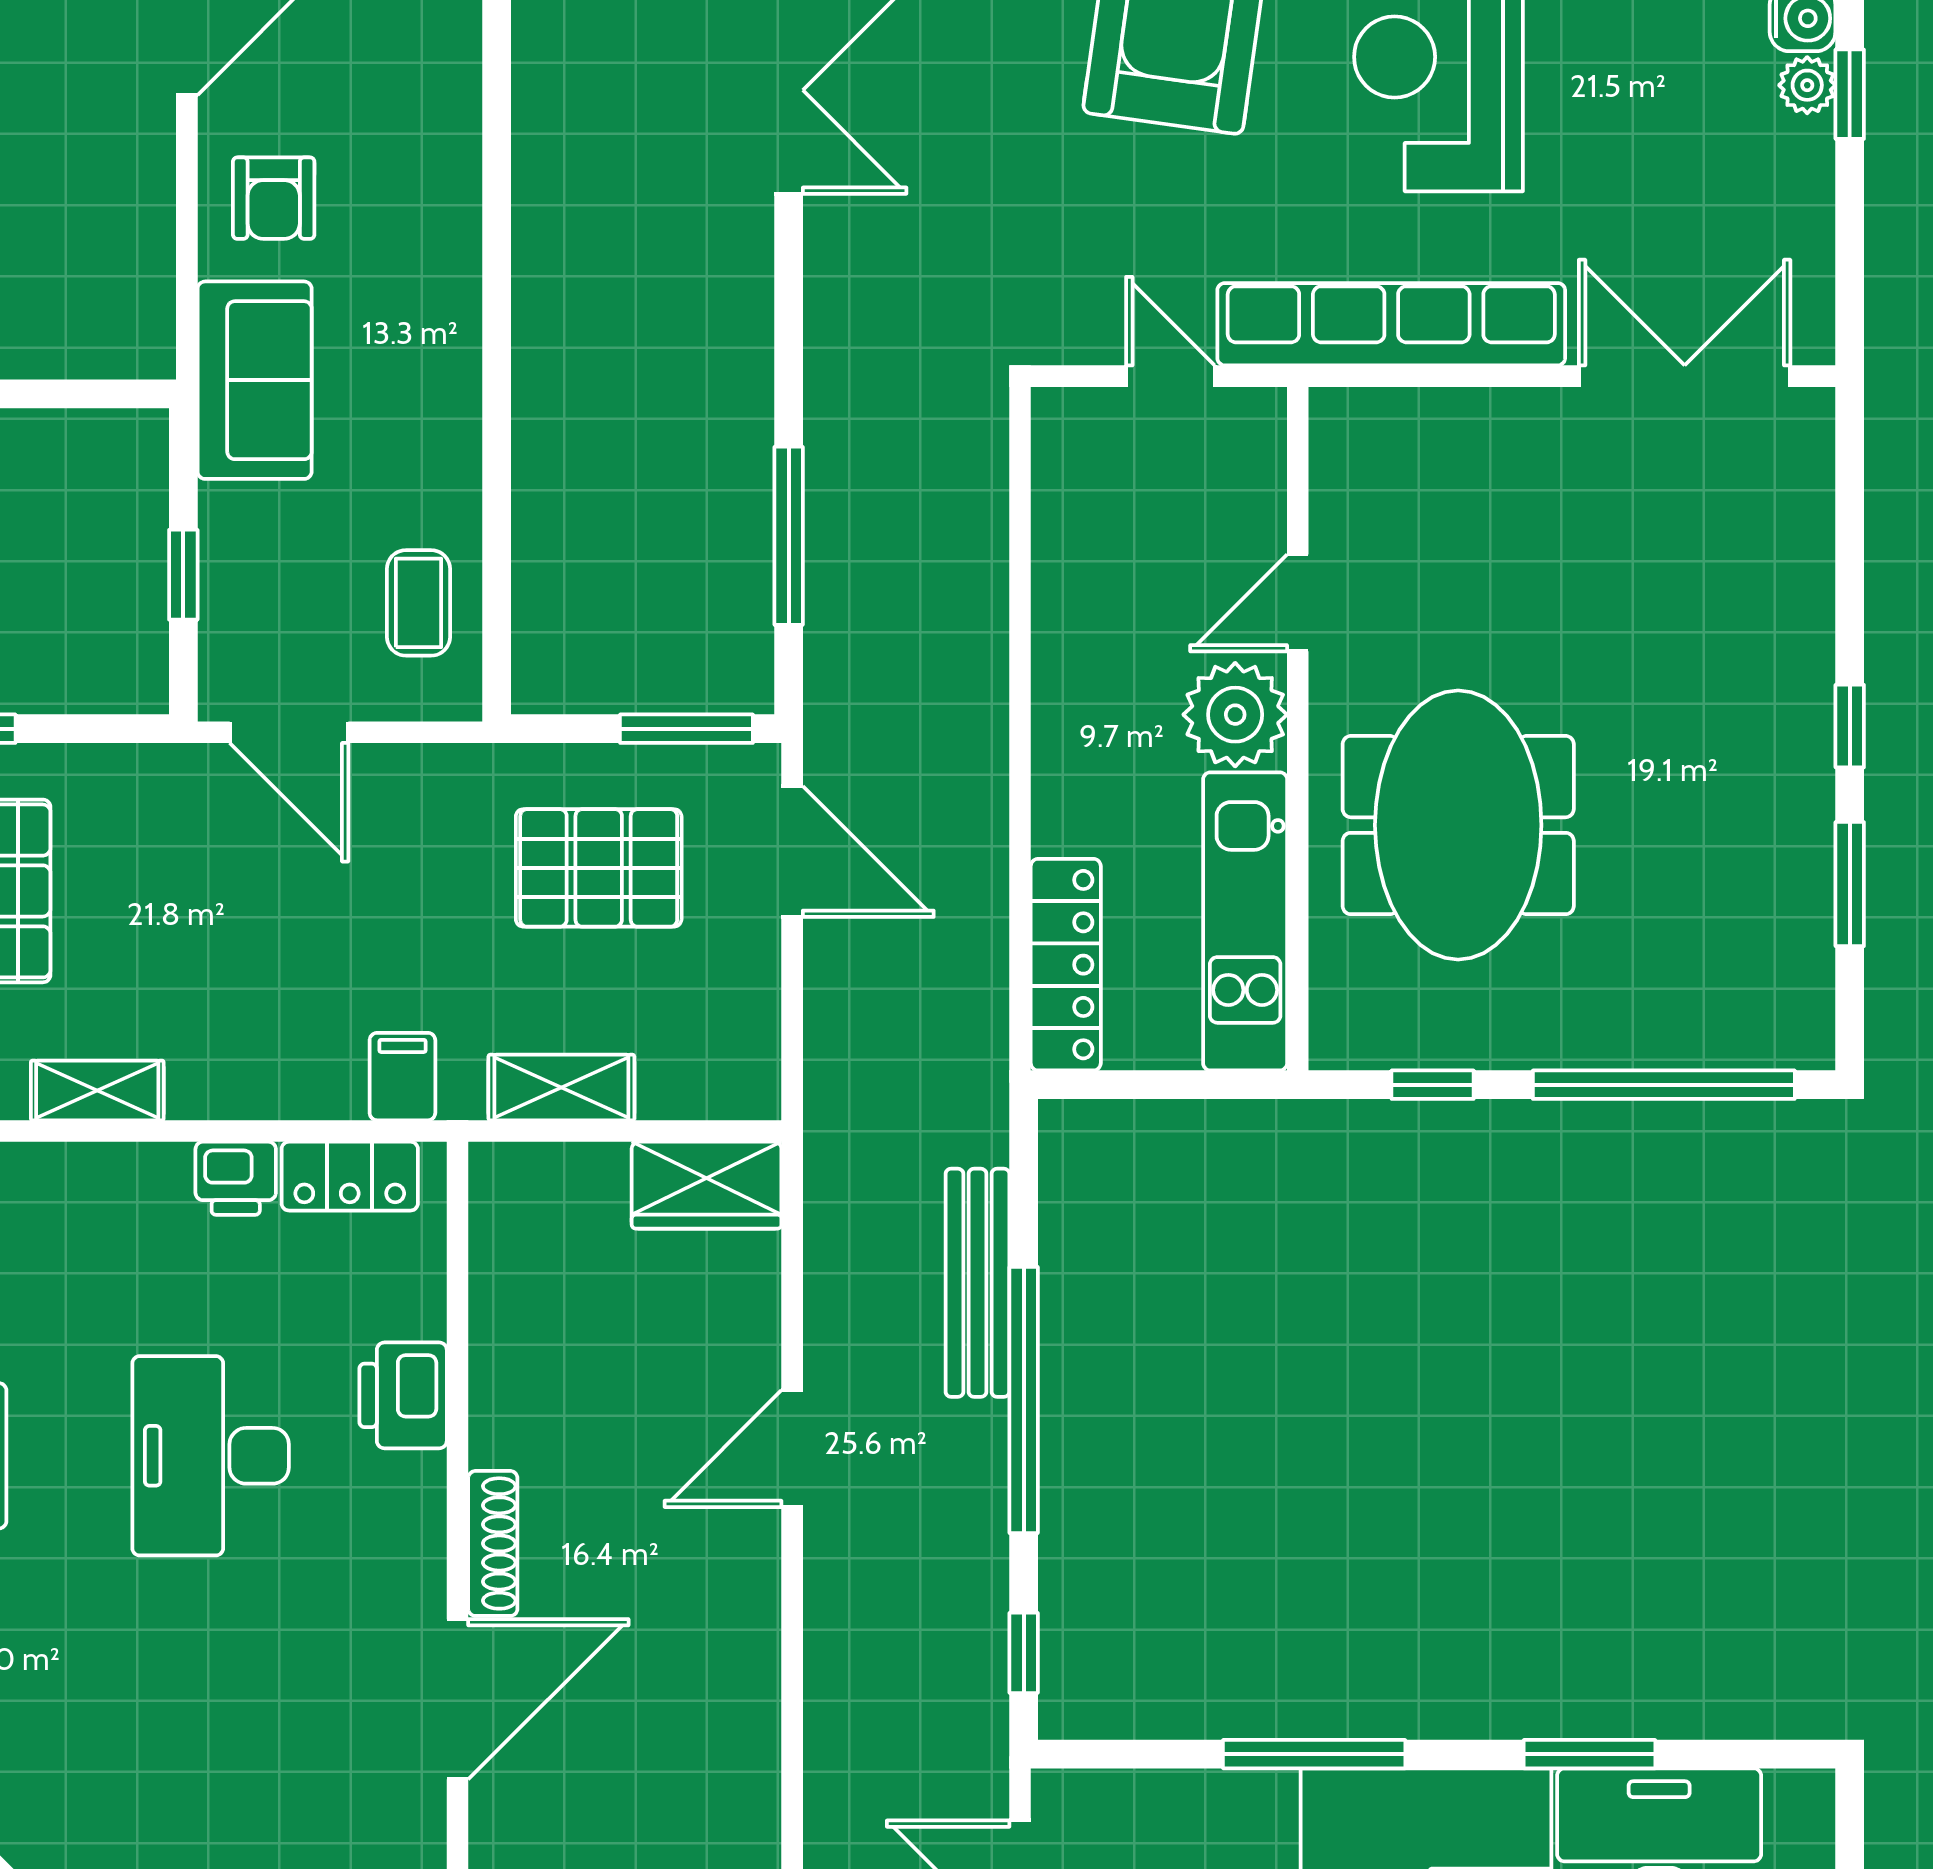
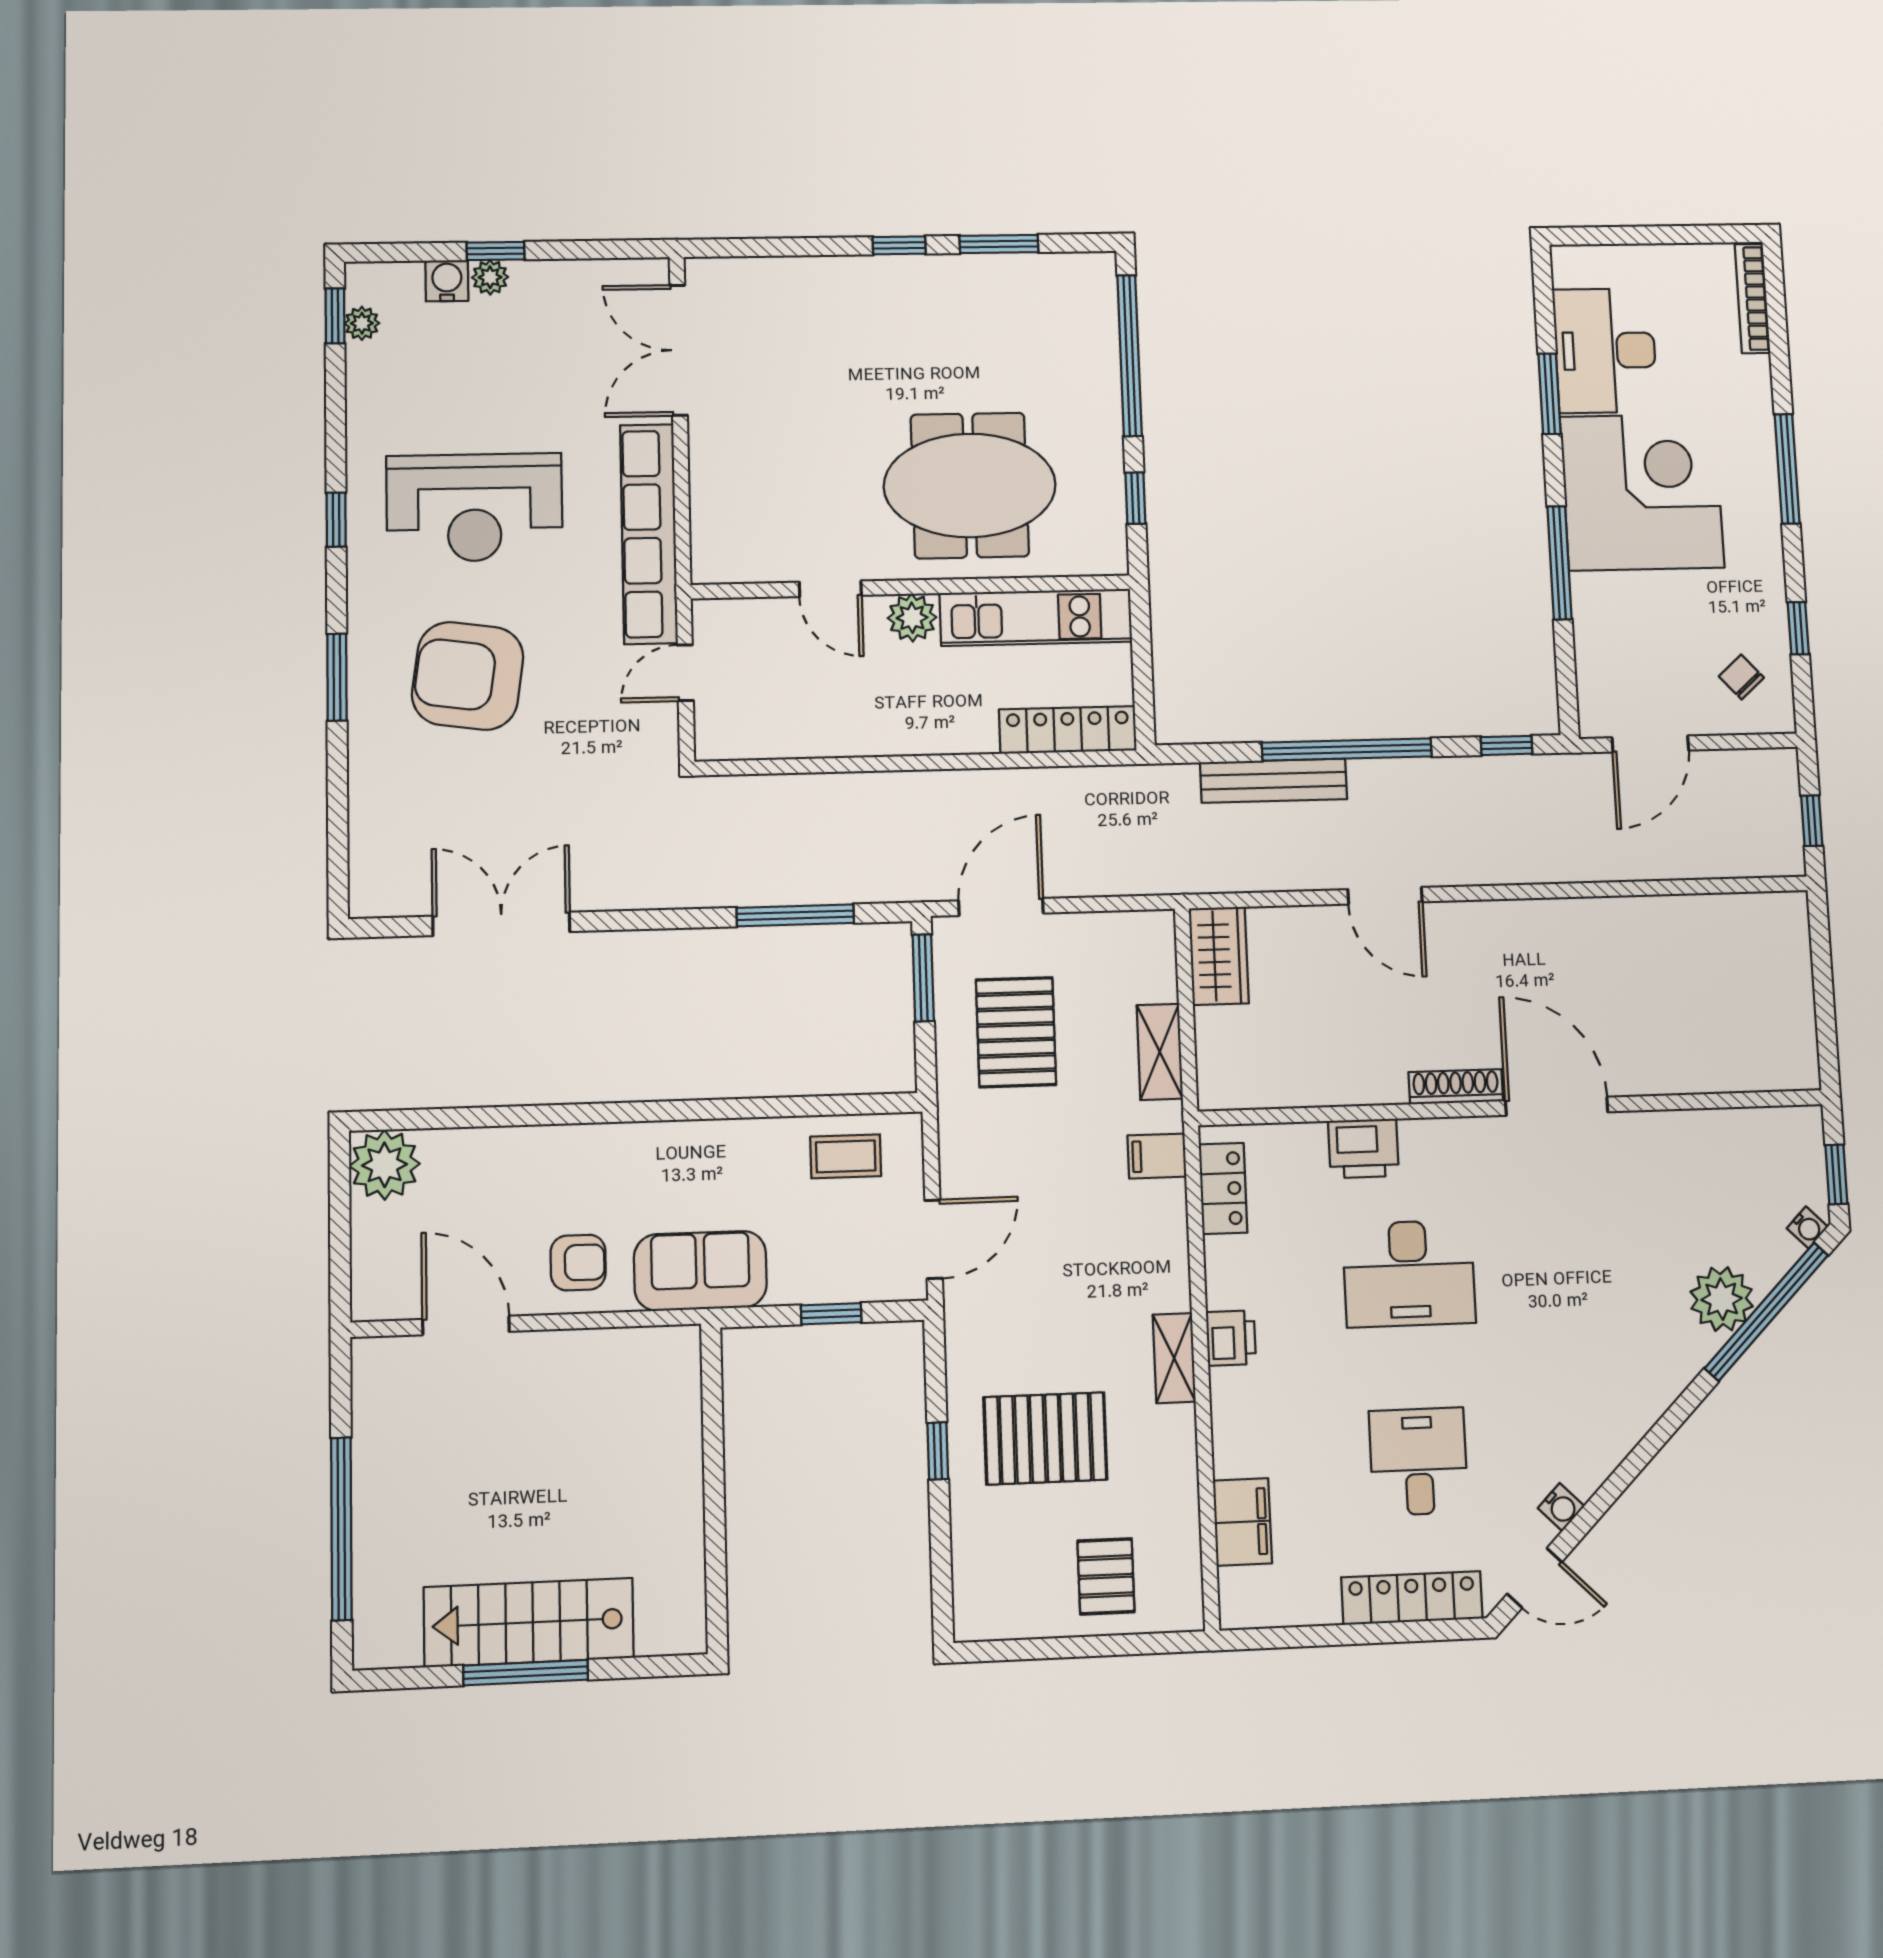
plant: (1235, 715) -> (912, 618), width x0.73, depth x0.73
printer: (236, 1178) -> (1231, 1338), moved

